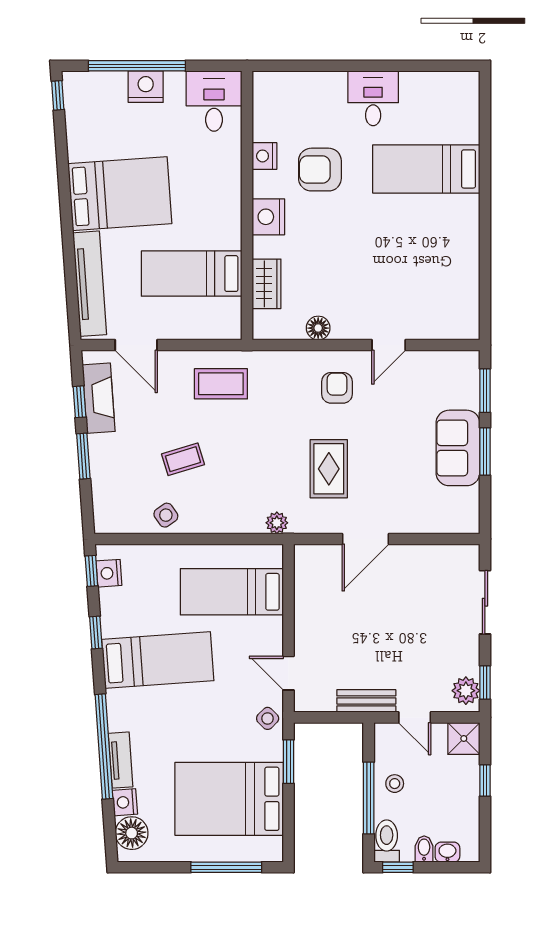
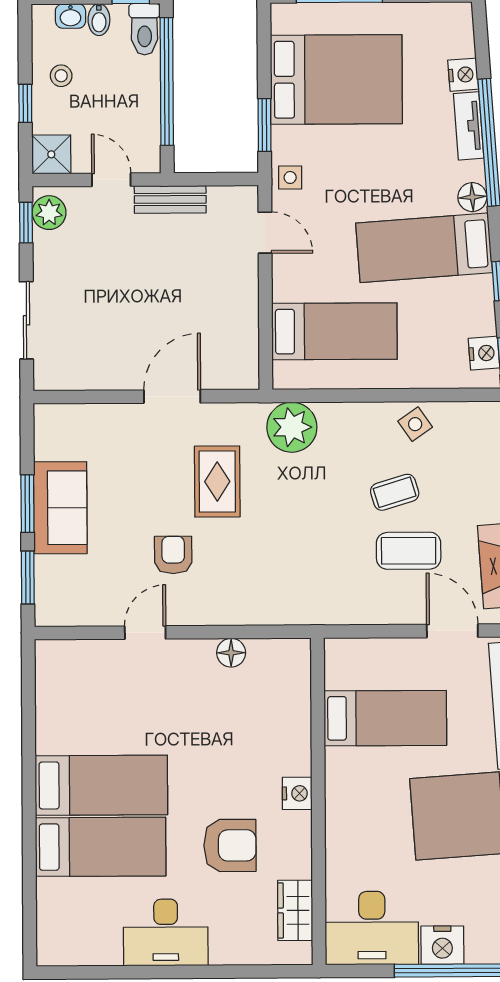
desk: (373, 98) -> (166, 932), width x1.37
desk: (214, 101) -> (372, 928), width x1.37
nightstand: (264, 156) -> (297, 862), removed
nightstand: (268, 217) -> (297, 793), width x0.74, depth x0.75
bed: (425, 220) -> (101, 785), added
wardrobe: (267, 284) -> (295, 910), moved
coffee table: (221, 384) -> (409, 551), moved
armchair: (337, 388) -> (173, 555), moved, turned 180
plant: (277, 523) -> (292, 427), width x1.88, depth x1.88
side table: (268, 718) -> (290, 177), turned 45
stool: (395, 784) -> (61, 76), moved
window: (369, 798) -> (167, 81), width x1.46
floor lamp: (132, 833) -> (472, 197), moved, width x0.73, depth x0.73

